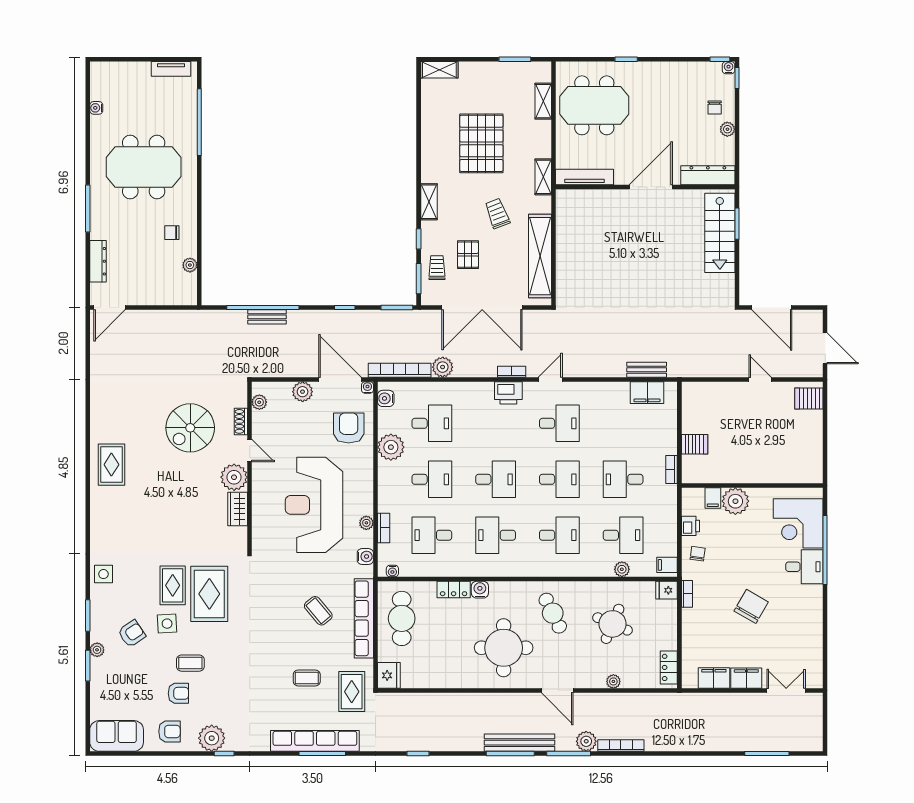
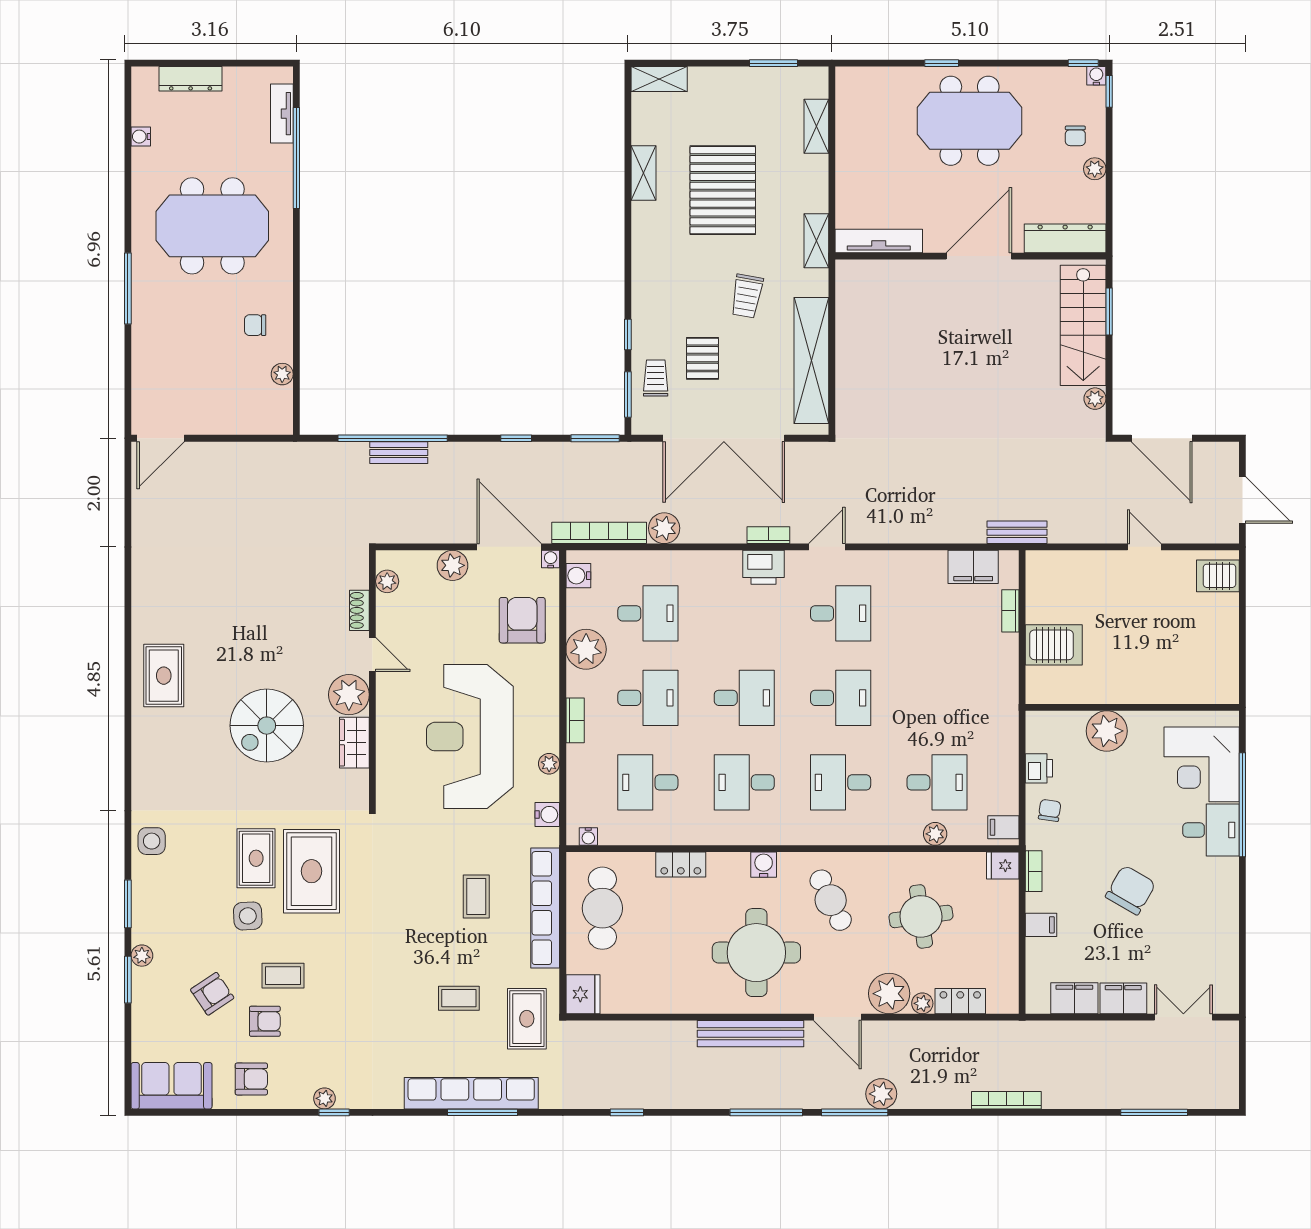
tv unit: (171, 69) -> (282, 114), moved, turned 90
meeting table: (594, 105) -> (970, 121), moved
shelving: (429, 202) -> (644, 173), moved
trolley: (497, 213) -> (747, 296), turned -149
dresser: (98, 261) -> (191, 79), moved, turned 90
plant: (728, 281) -> (1095, 399), added
bench: (647, 370) -> (1017, 532), moved
spiral stairs: (190, 428) -> (267, 726), moved
server rack: (695, 444) -> (1054, 645), width x1.36, depth x1.44
bookcase: (672, 469) -> (1010, 611), moved
desk: (623, 479) -> (937, 698), removed
filing cabinet: (713, 498) -> (1041, 925), moved, turned -90
bookcase: (384, 528) -> (575, 720), moved
desk: (559, 535) -> (841, 782), turned 180
water cooler: (480, 590) -> (764, 865), moved
coffee table: (318, 611) -> (476, 897), turned 40
round table: (613, 624) -> (921, 916), turned -31
armchair: (132, 634) -> (212, 994), moved
locker: (669, 667) -> (960, 1001), moved, turned 90
plant: (591, 675) -> (889, 994), added
plant: (212, 738) -> (324, 1098), width x0.53, depth x0.53
bench: (519, 743) -> (750, 1034), moved
bookcase: (621, 745) -> (1006, 1100), moved

